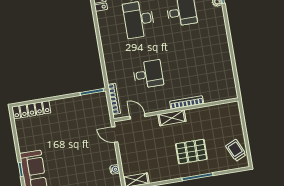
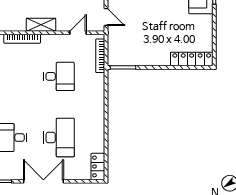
desk: (148, 74) -> (59, 76), turned 180
door: (137, 116) -> (78, 33), swing flipped

